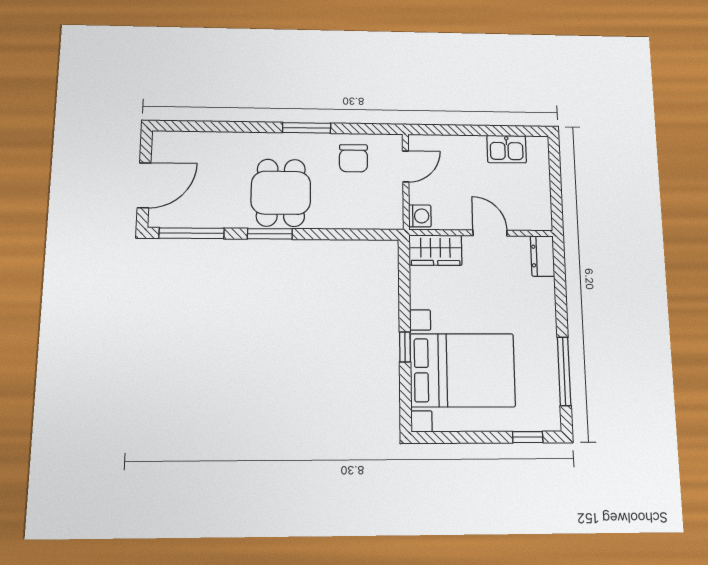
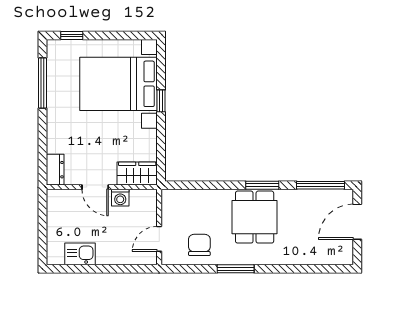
washing machine: (420, 216) -> (120, 198), moved, turned -90

